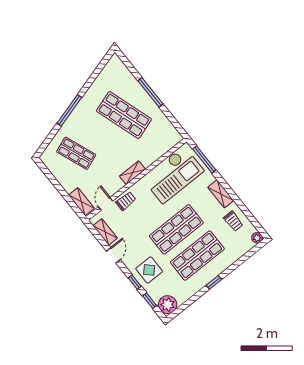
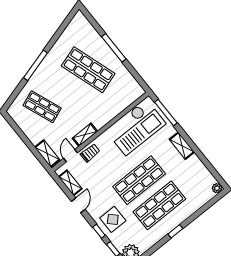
shelving: (132, 173) -> (85, 135), moved
trolley: (233, 221) -> (194, 172), removed

